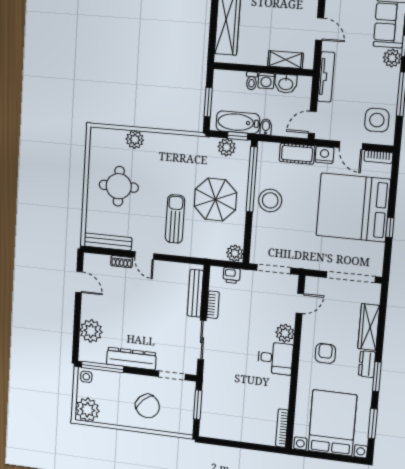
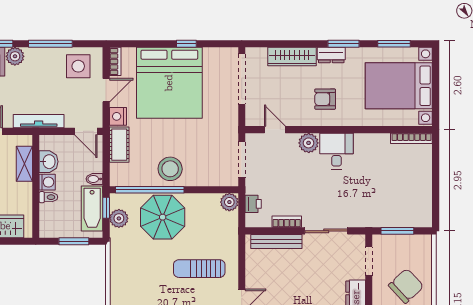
parasol: (215, 200) -> (163, 217), moved

